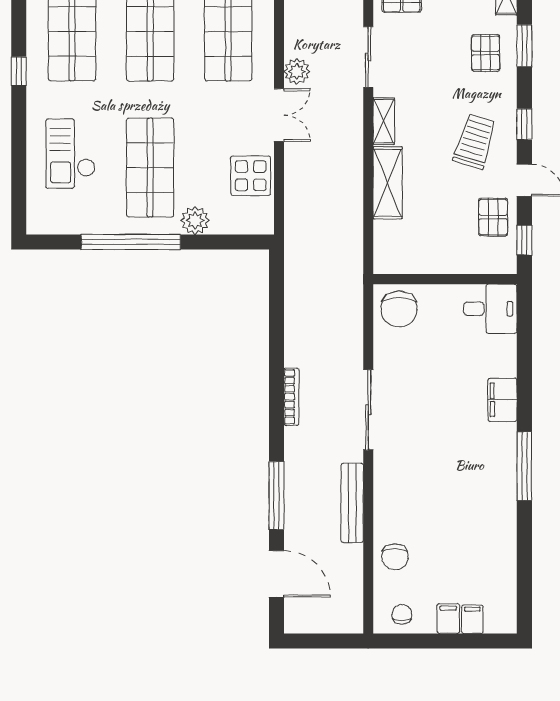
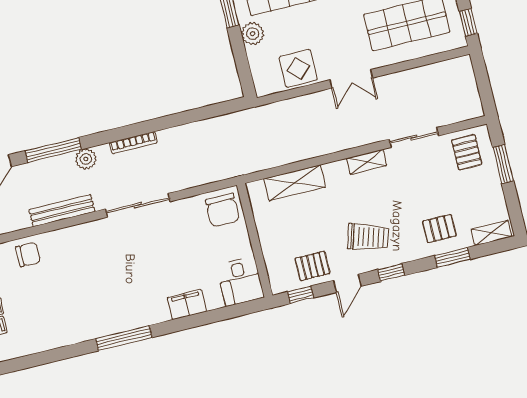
plant: (297, 71) -> (86, 159), moved
shelving: (388, 183) -> (295, 183), moved
chair: (399, 309) -> (223, 210), turned -90
filing cabinet: (502, 400) -> (187, 304), moved
chair: (395, 557) -> (28, 254), turned 180

